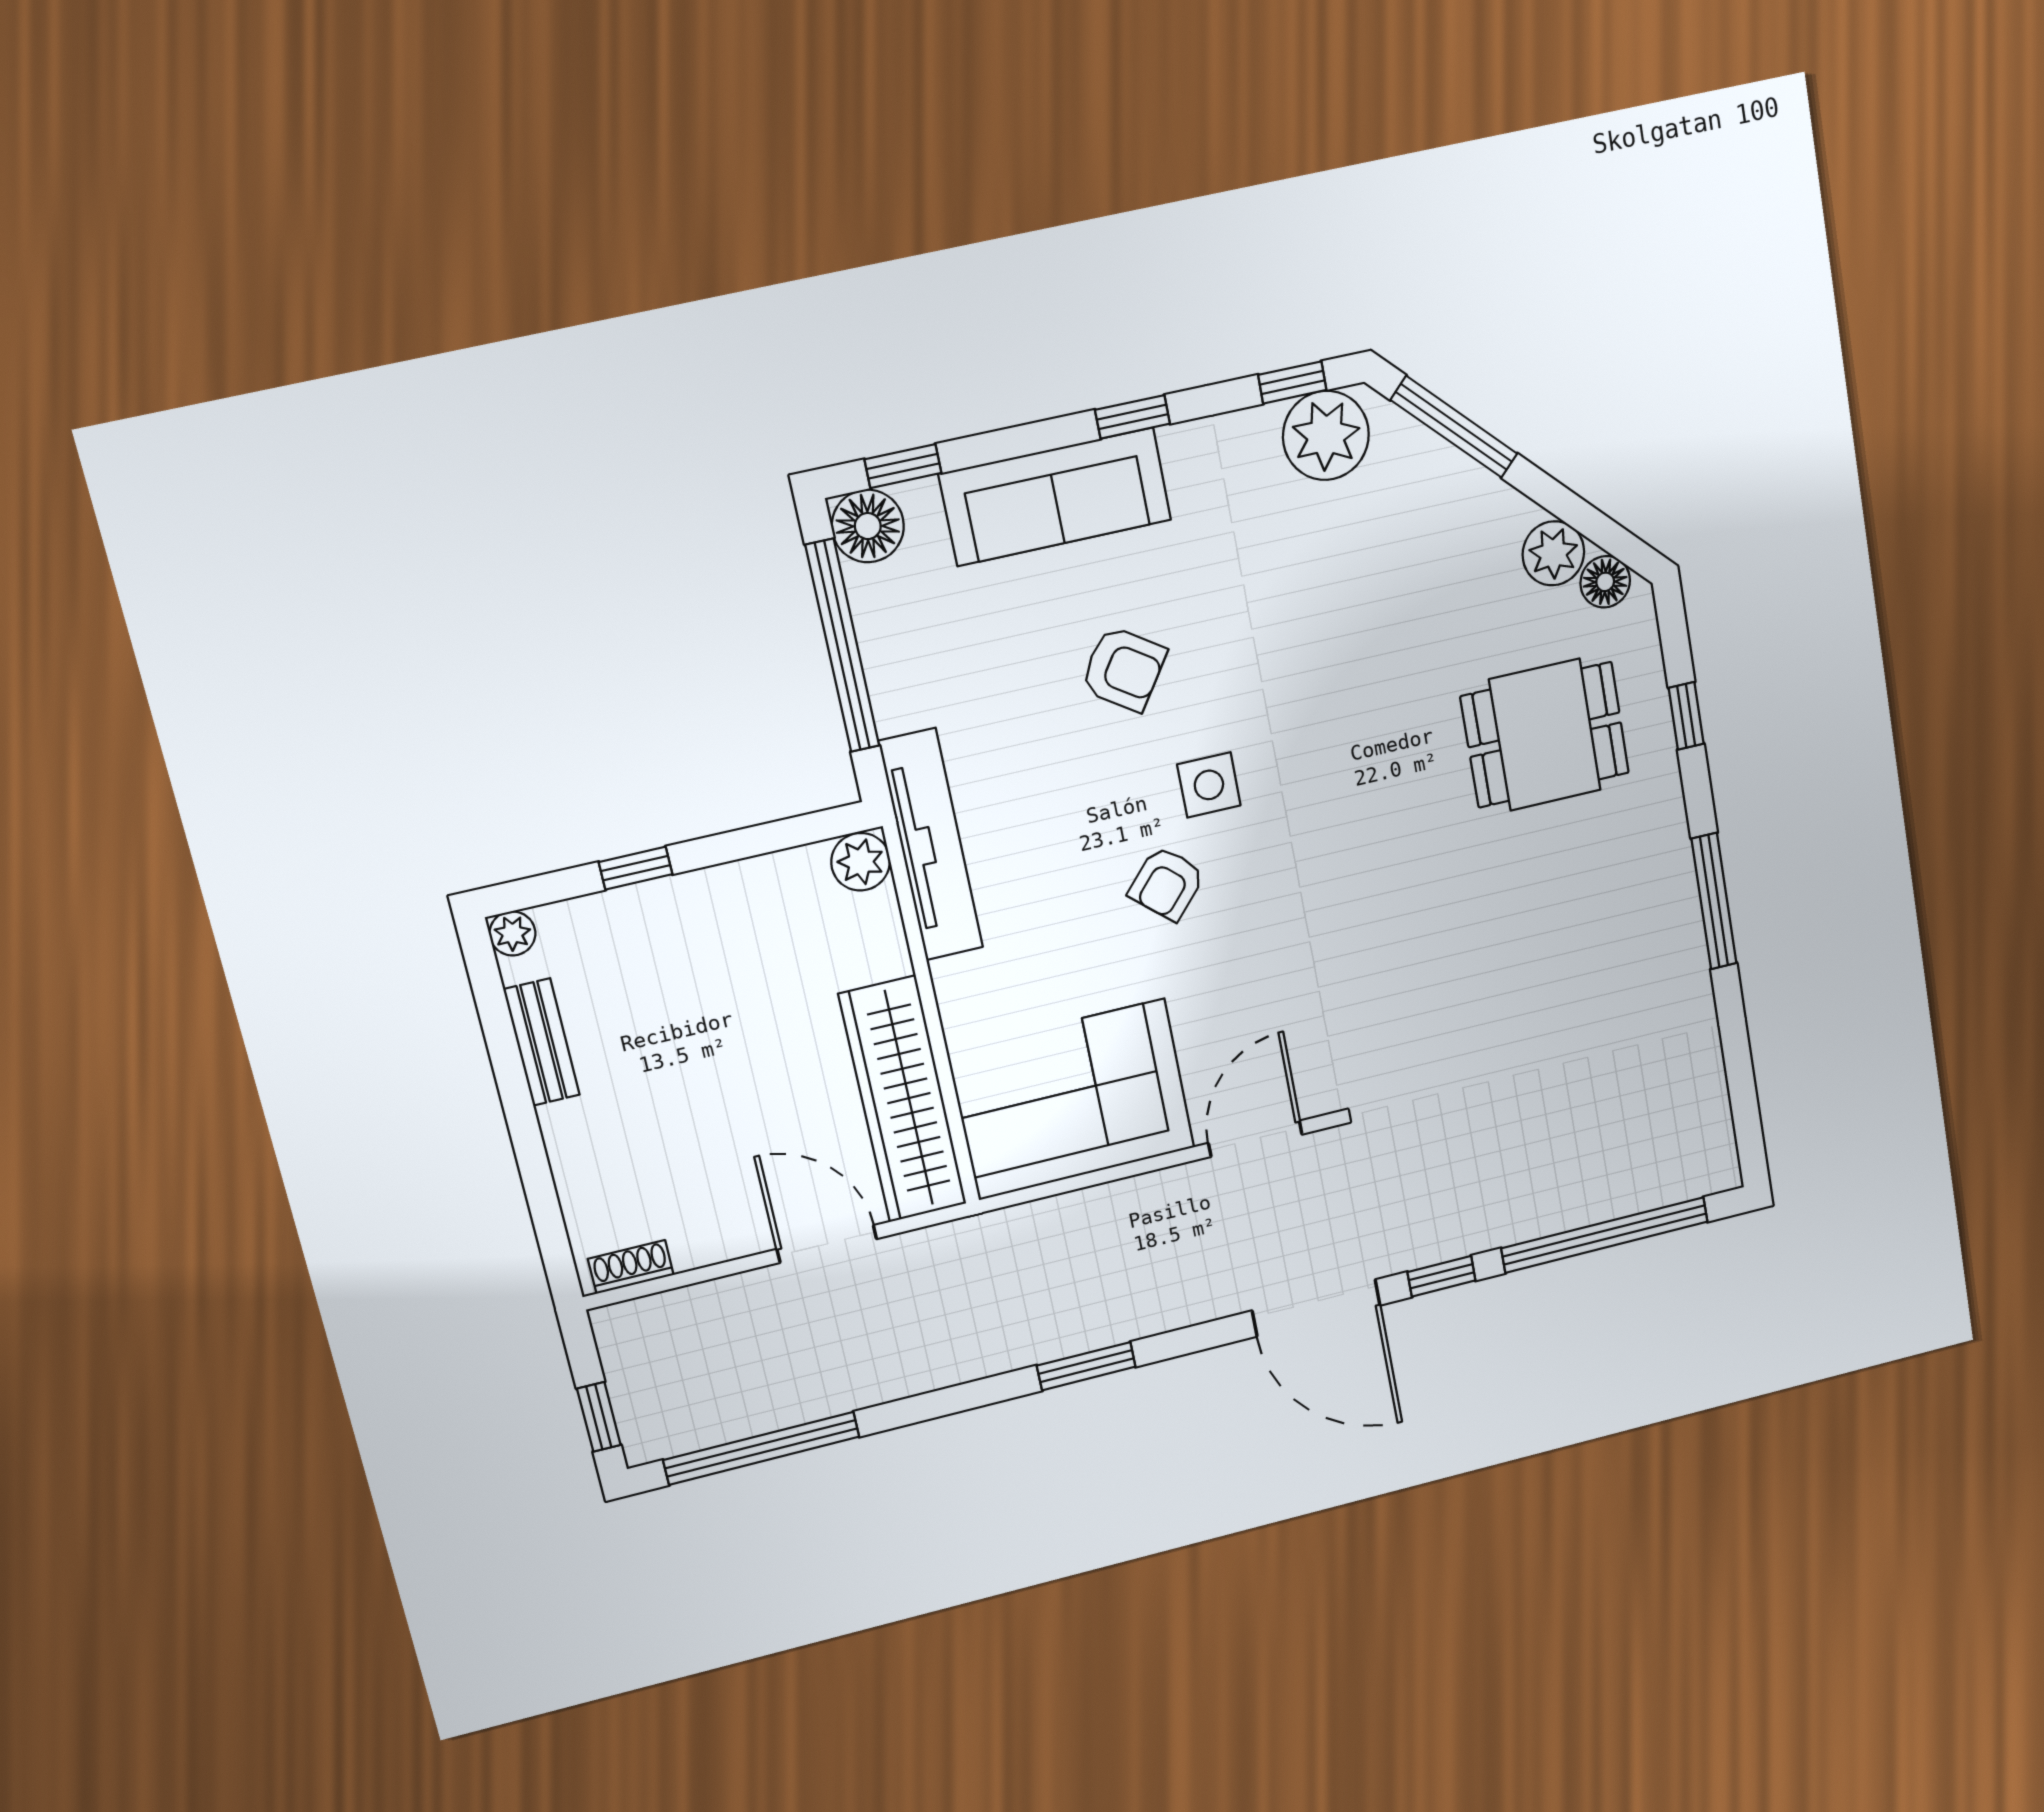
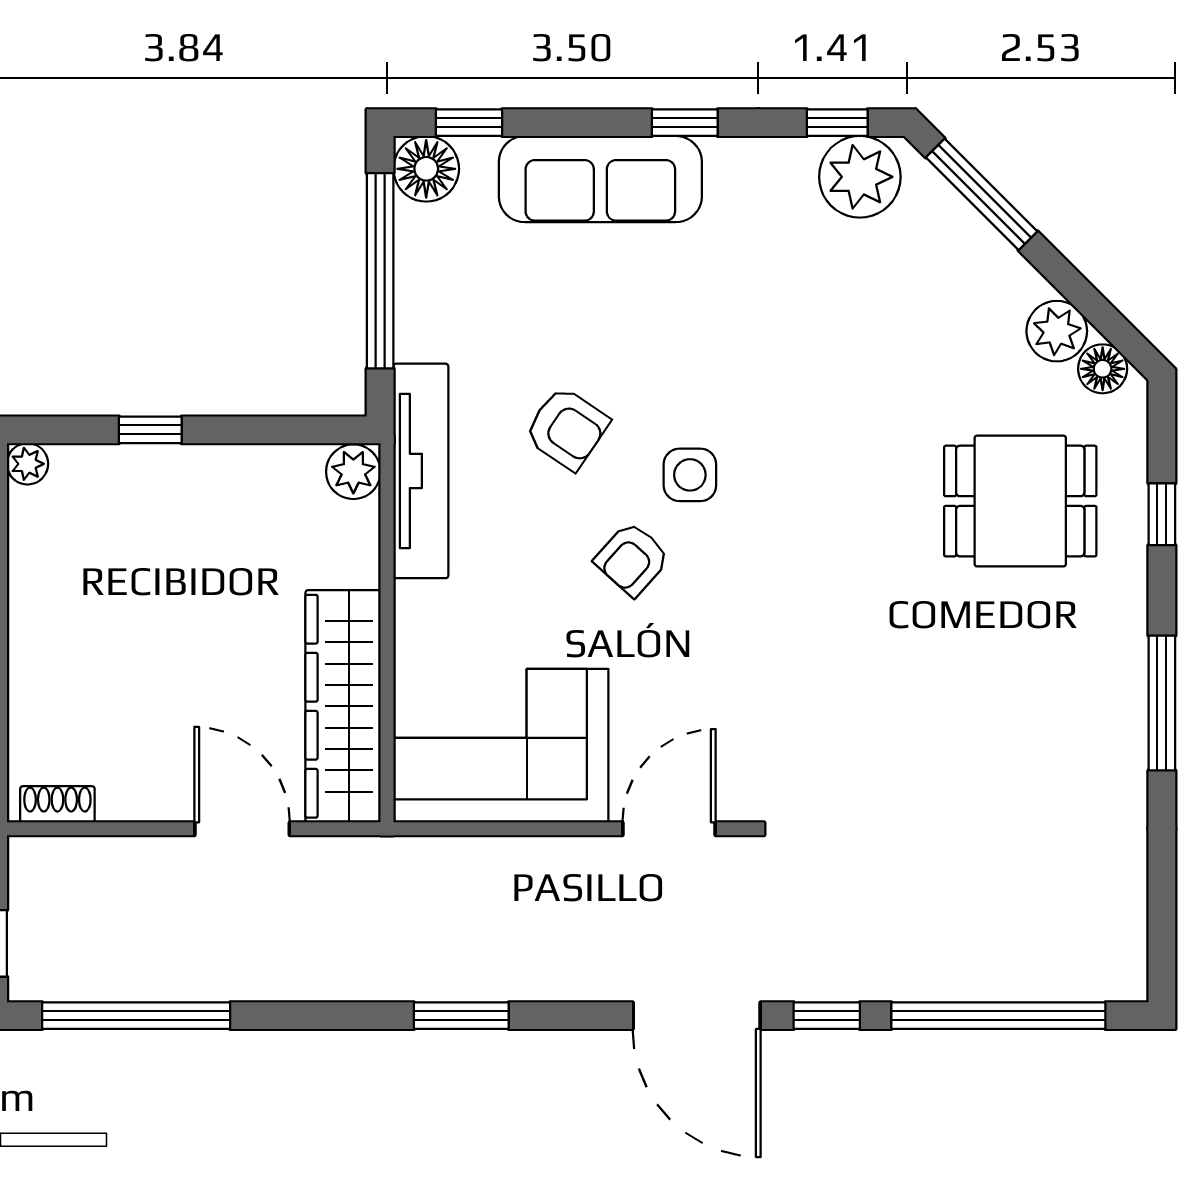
armchair: (1123, 669) -> (567, 428), moved
bench: (542, 1042) -> (29, 570), removed

